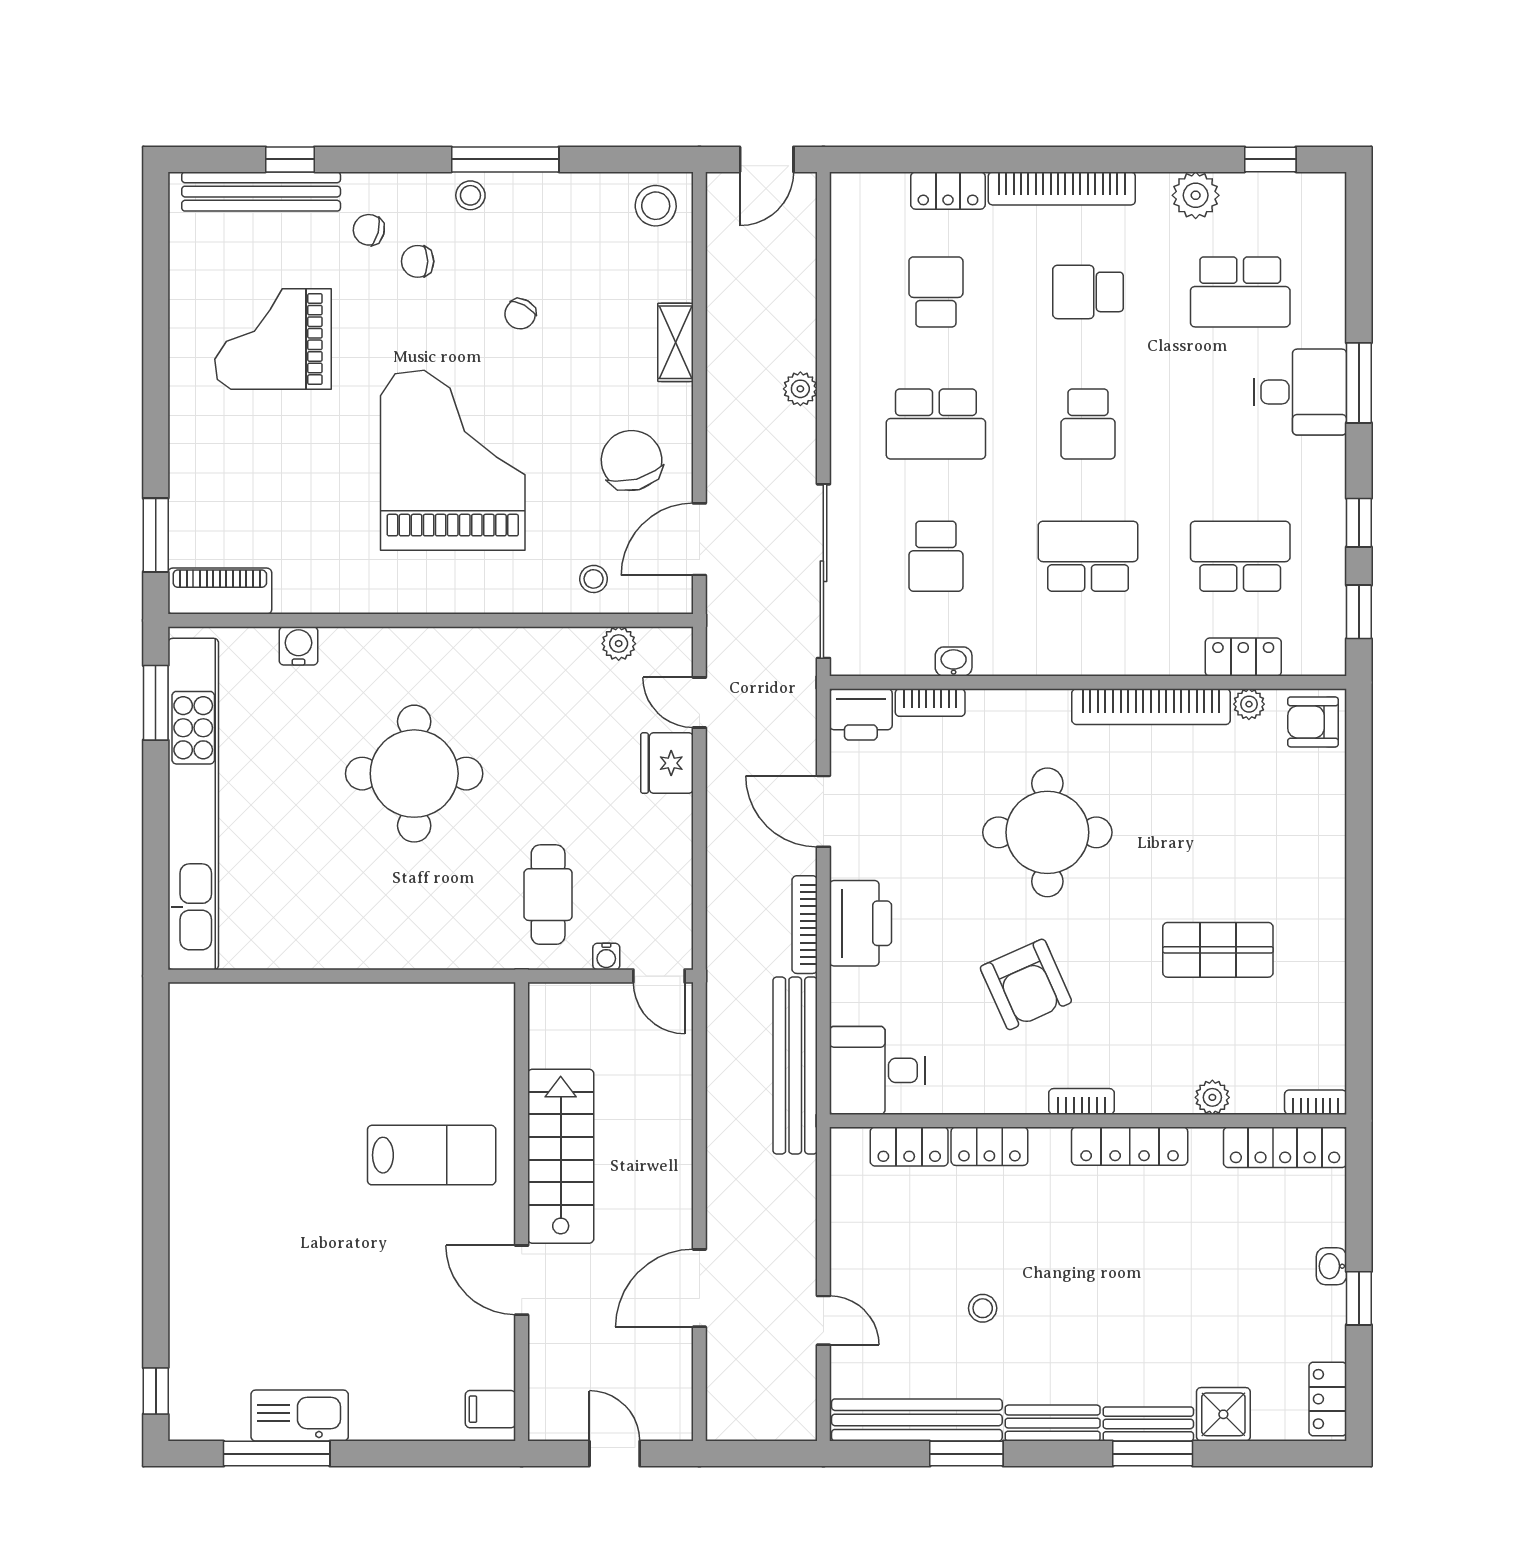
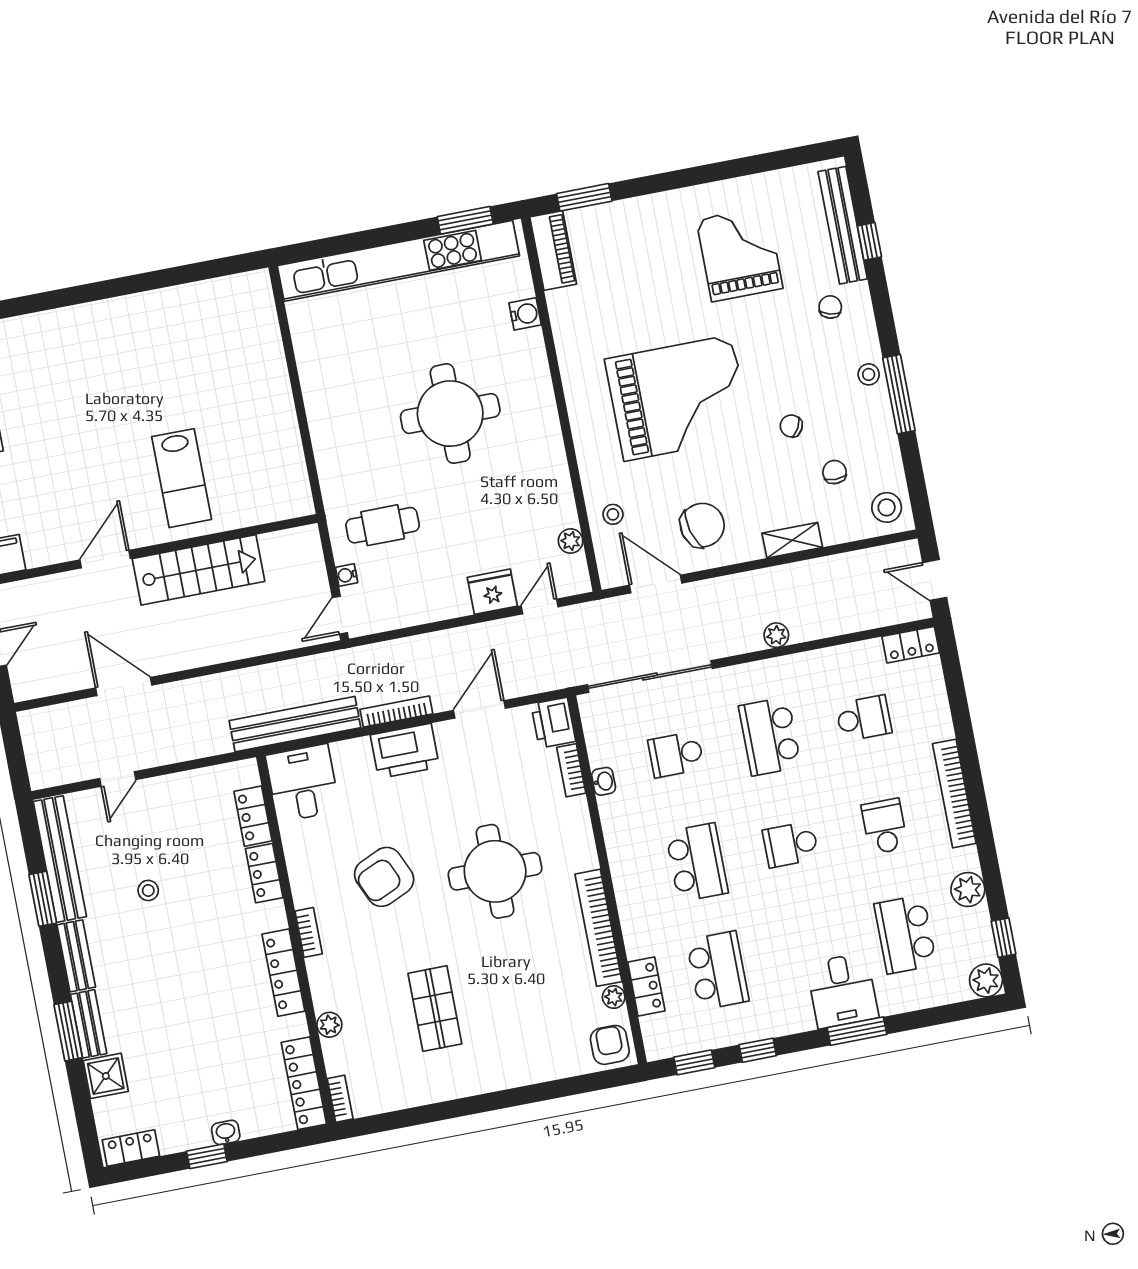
locker: (948, 191) -> (911, 645), moved, turned -90
plant: (1324, 194) -> (986, 980), added
chair: (418, 261) -> (835, 472), moved

